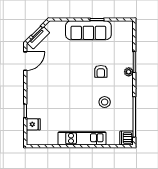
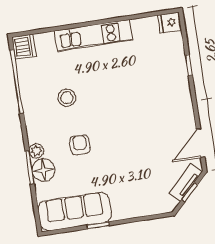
sofa: (88, 30) -> (75, 212), moved
floor lamp: (126, 59) -> (43, 170), added
fridge: (33, 124) -> (170, 22), moved

